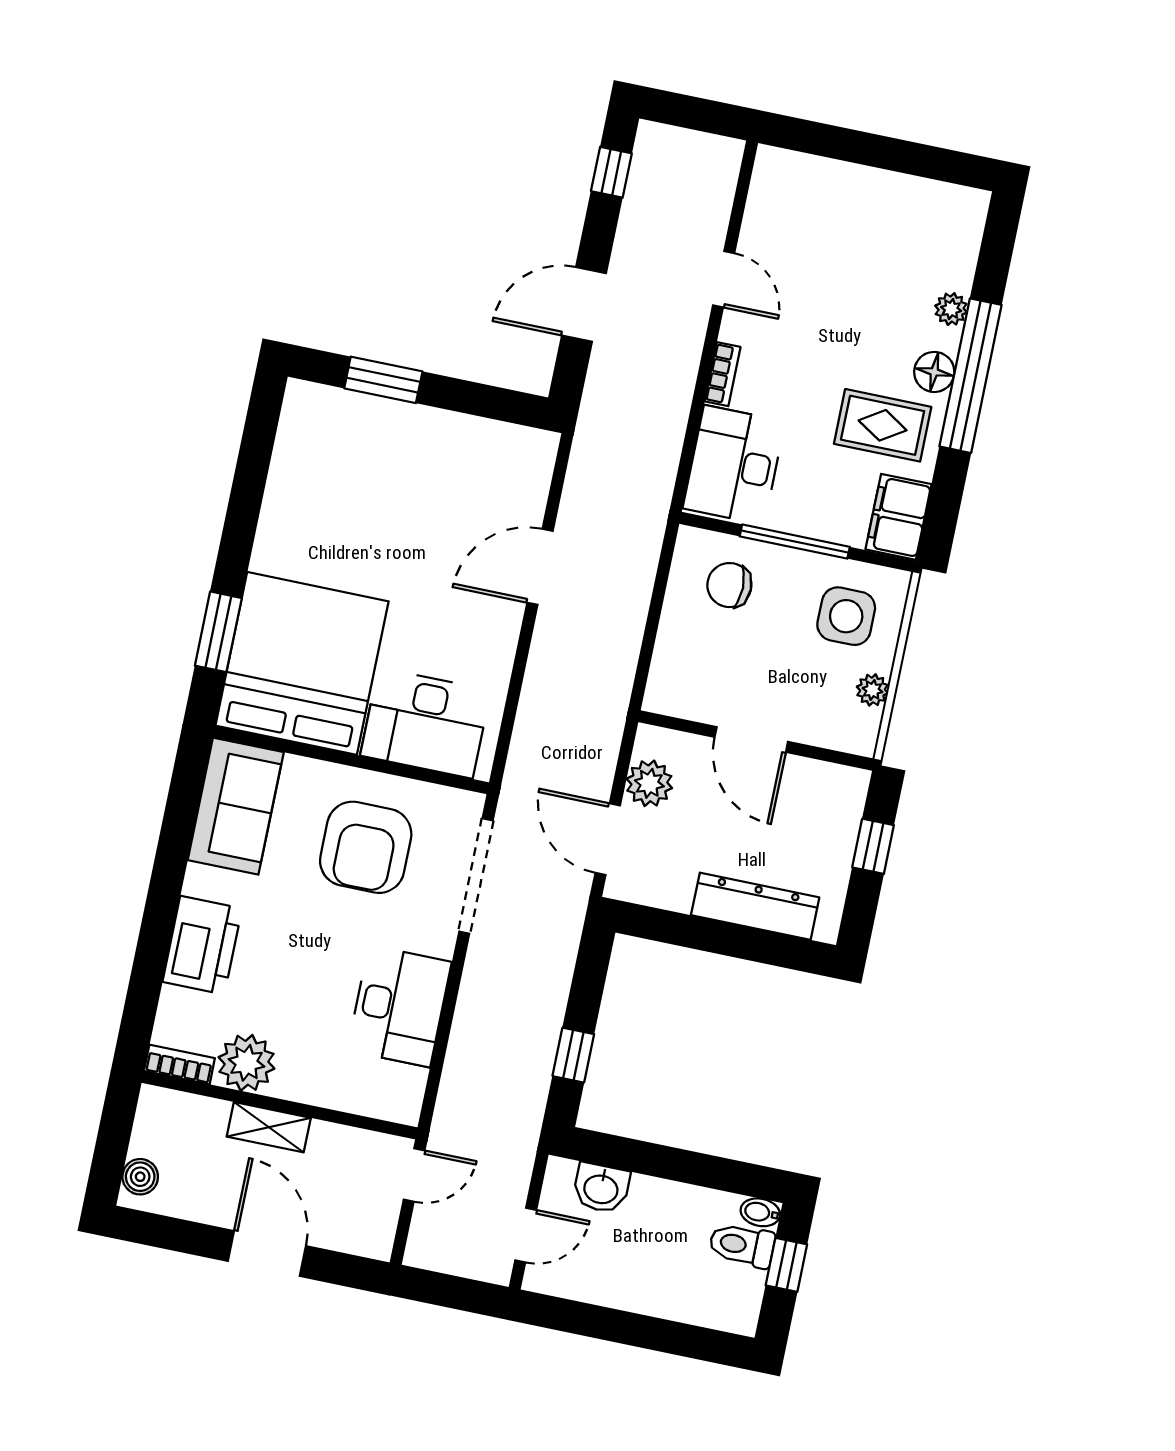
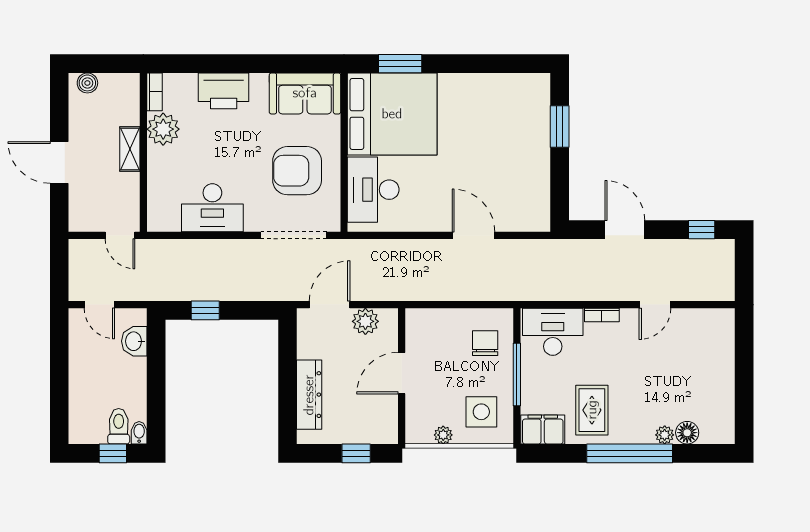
floor lamp: (934, 372) -> (687, 433), moved
door: (267, 1253) -> (59, 162), swing flipped

